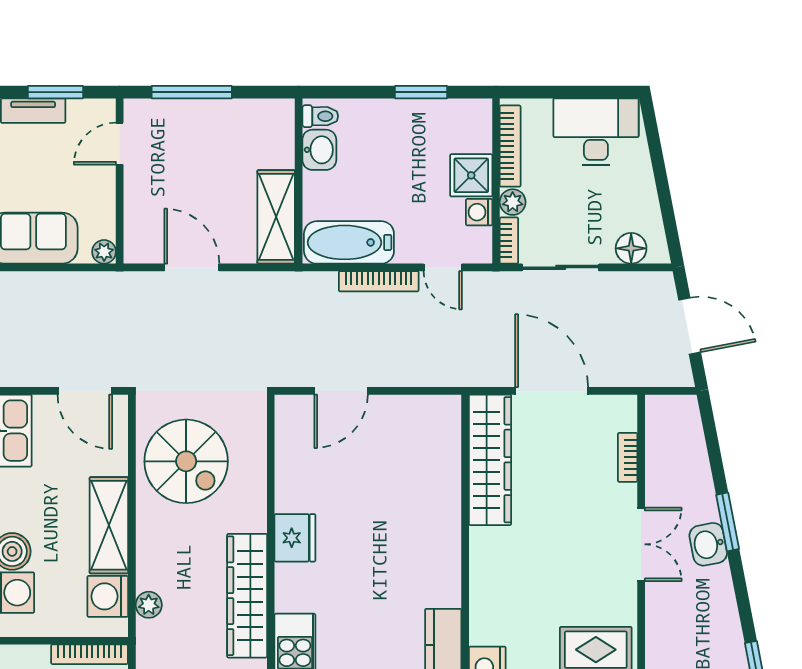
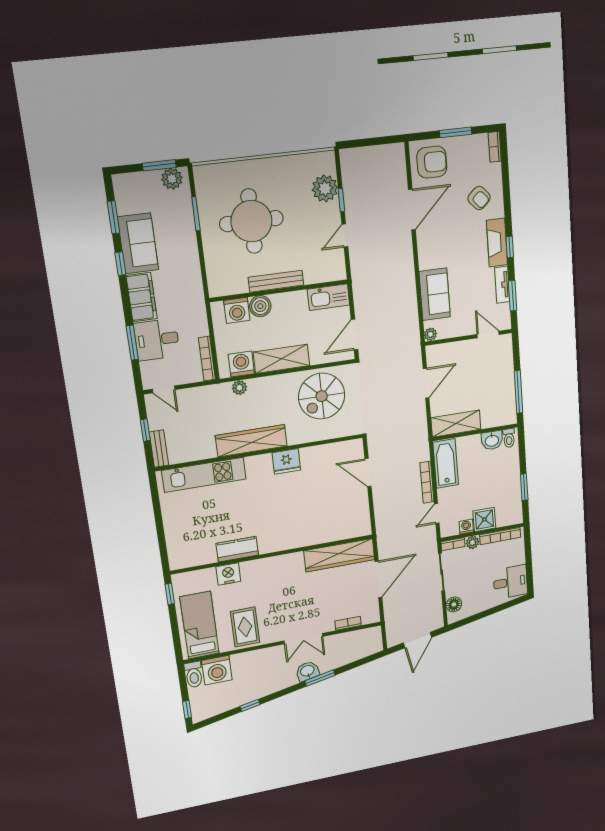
window: (192, 92) -> (518, 392), moved
desk: (596, 132) -> (510, 582), width x0.73

